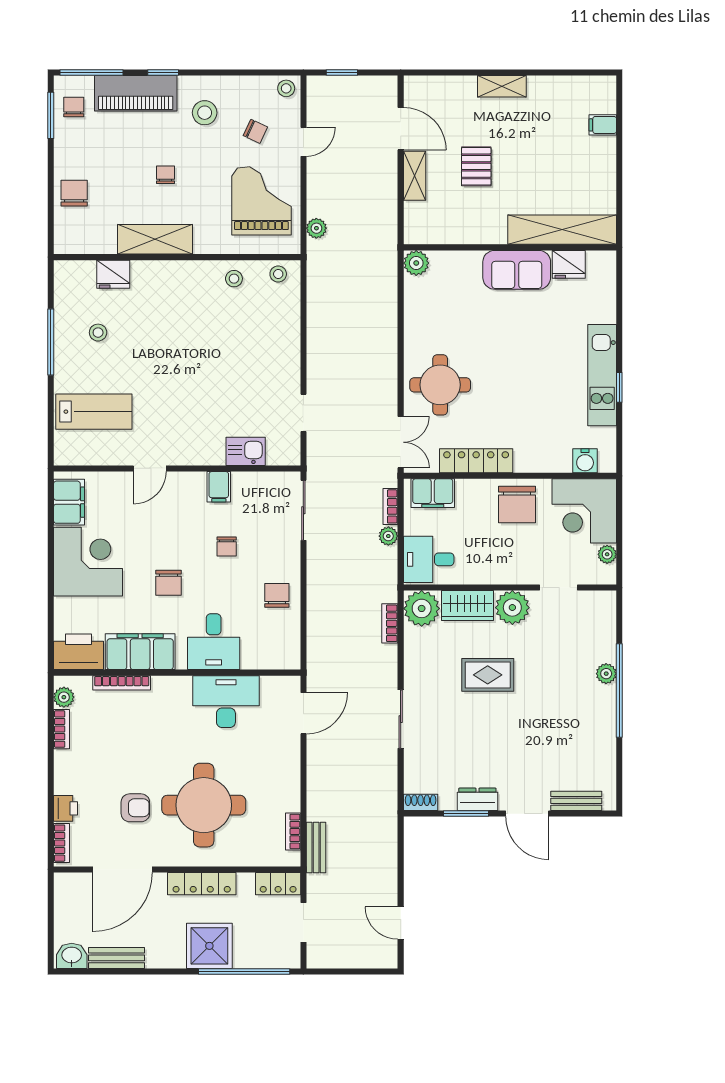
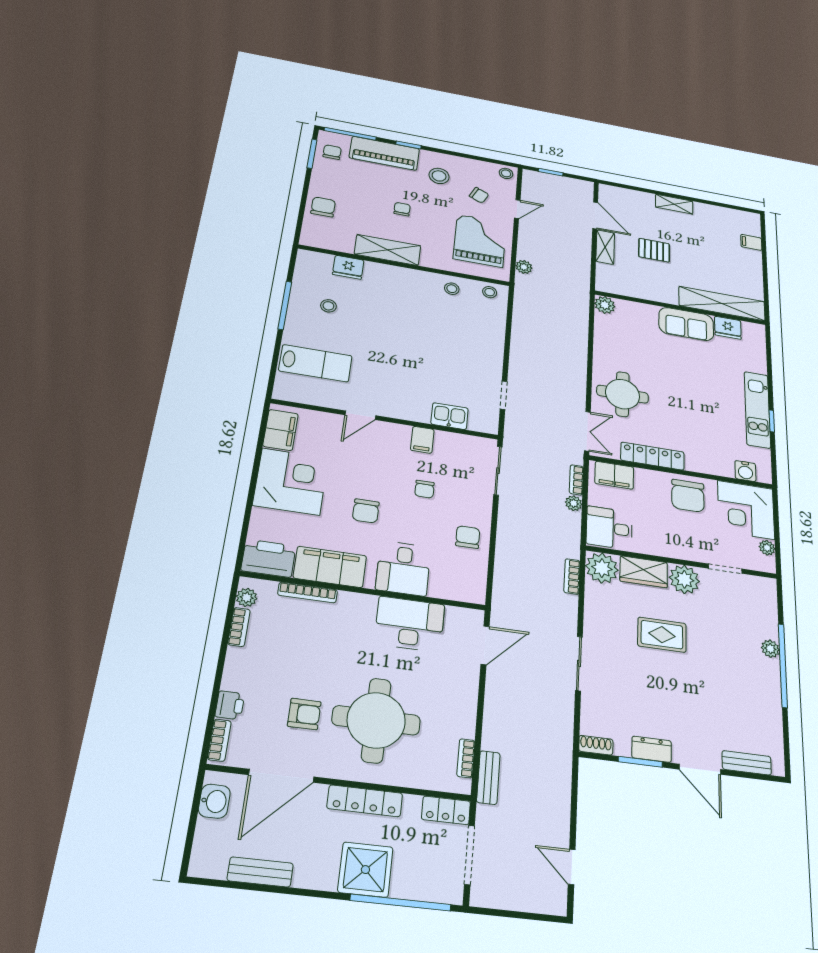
pallet: (476, 166) -> (654, 250), turned 90
doorway: (303, 922) -> (470, 855), width x1.38
washbasin: (72, 956) -> (214, 801), moved, turned 90

